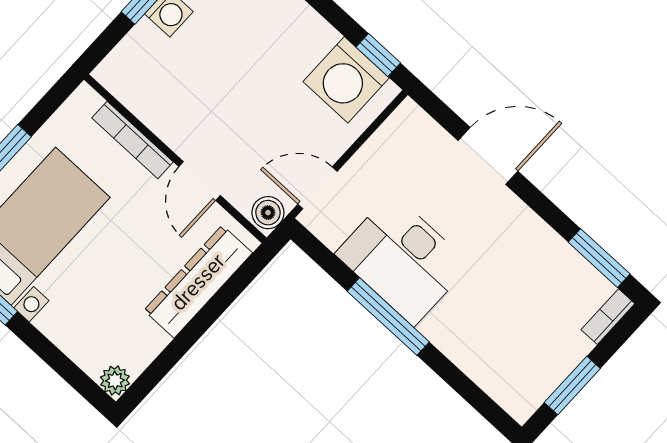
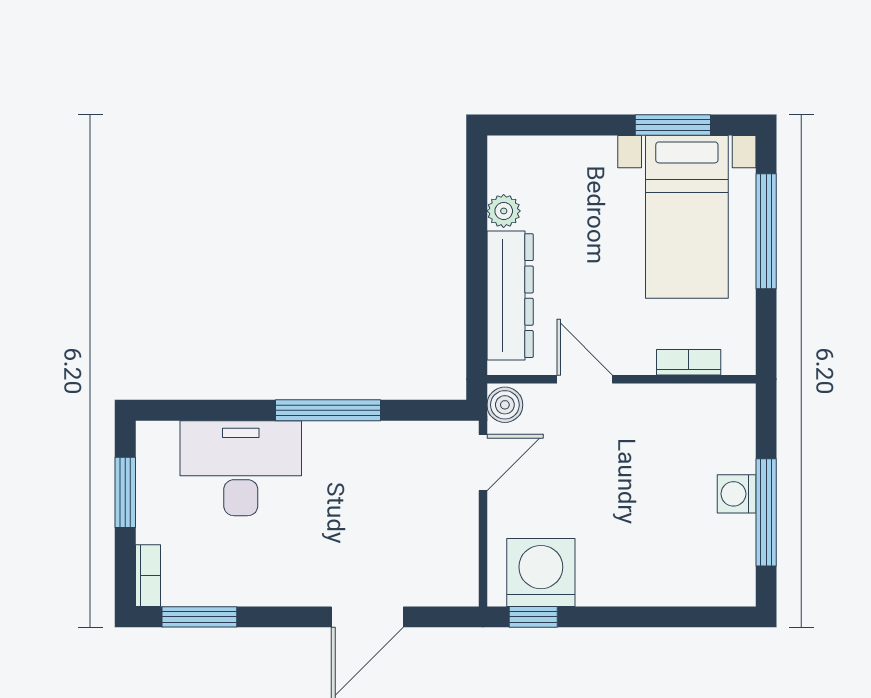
bookcase: (132, 140) -> (689, 362), width x0.64
desk: (403, 259) -> (241, 468), moved
plant: (115, 381) -> (504, 211), moved

